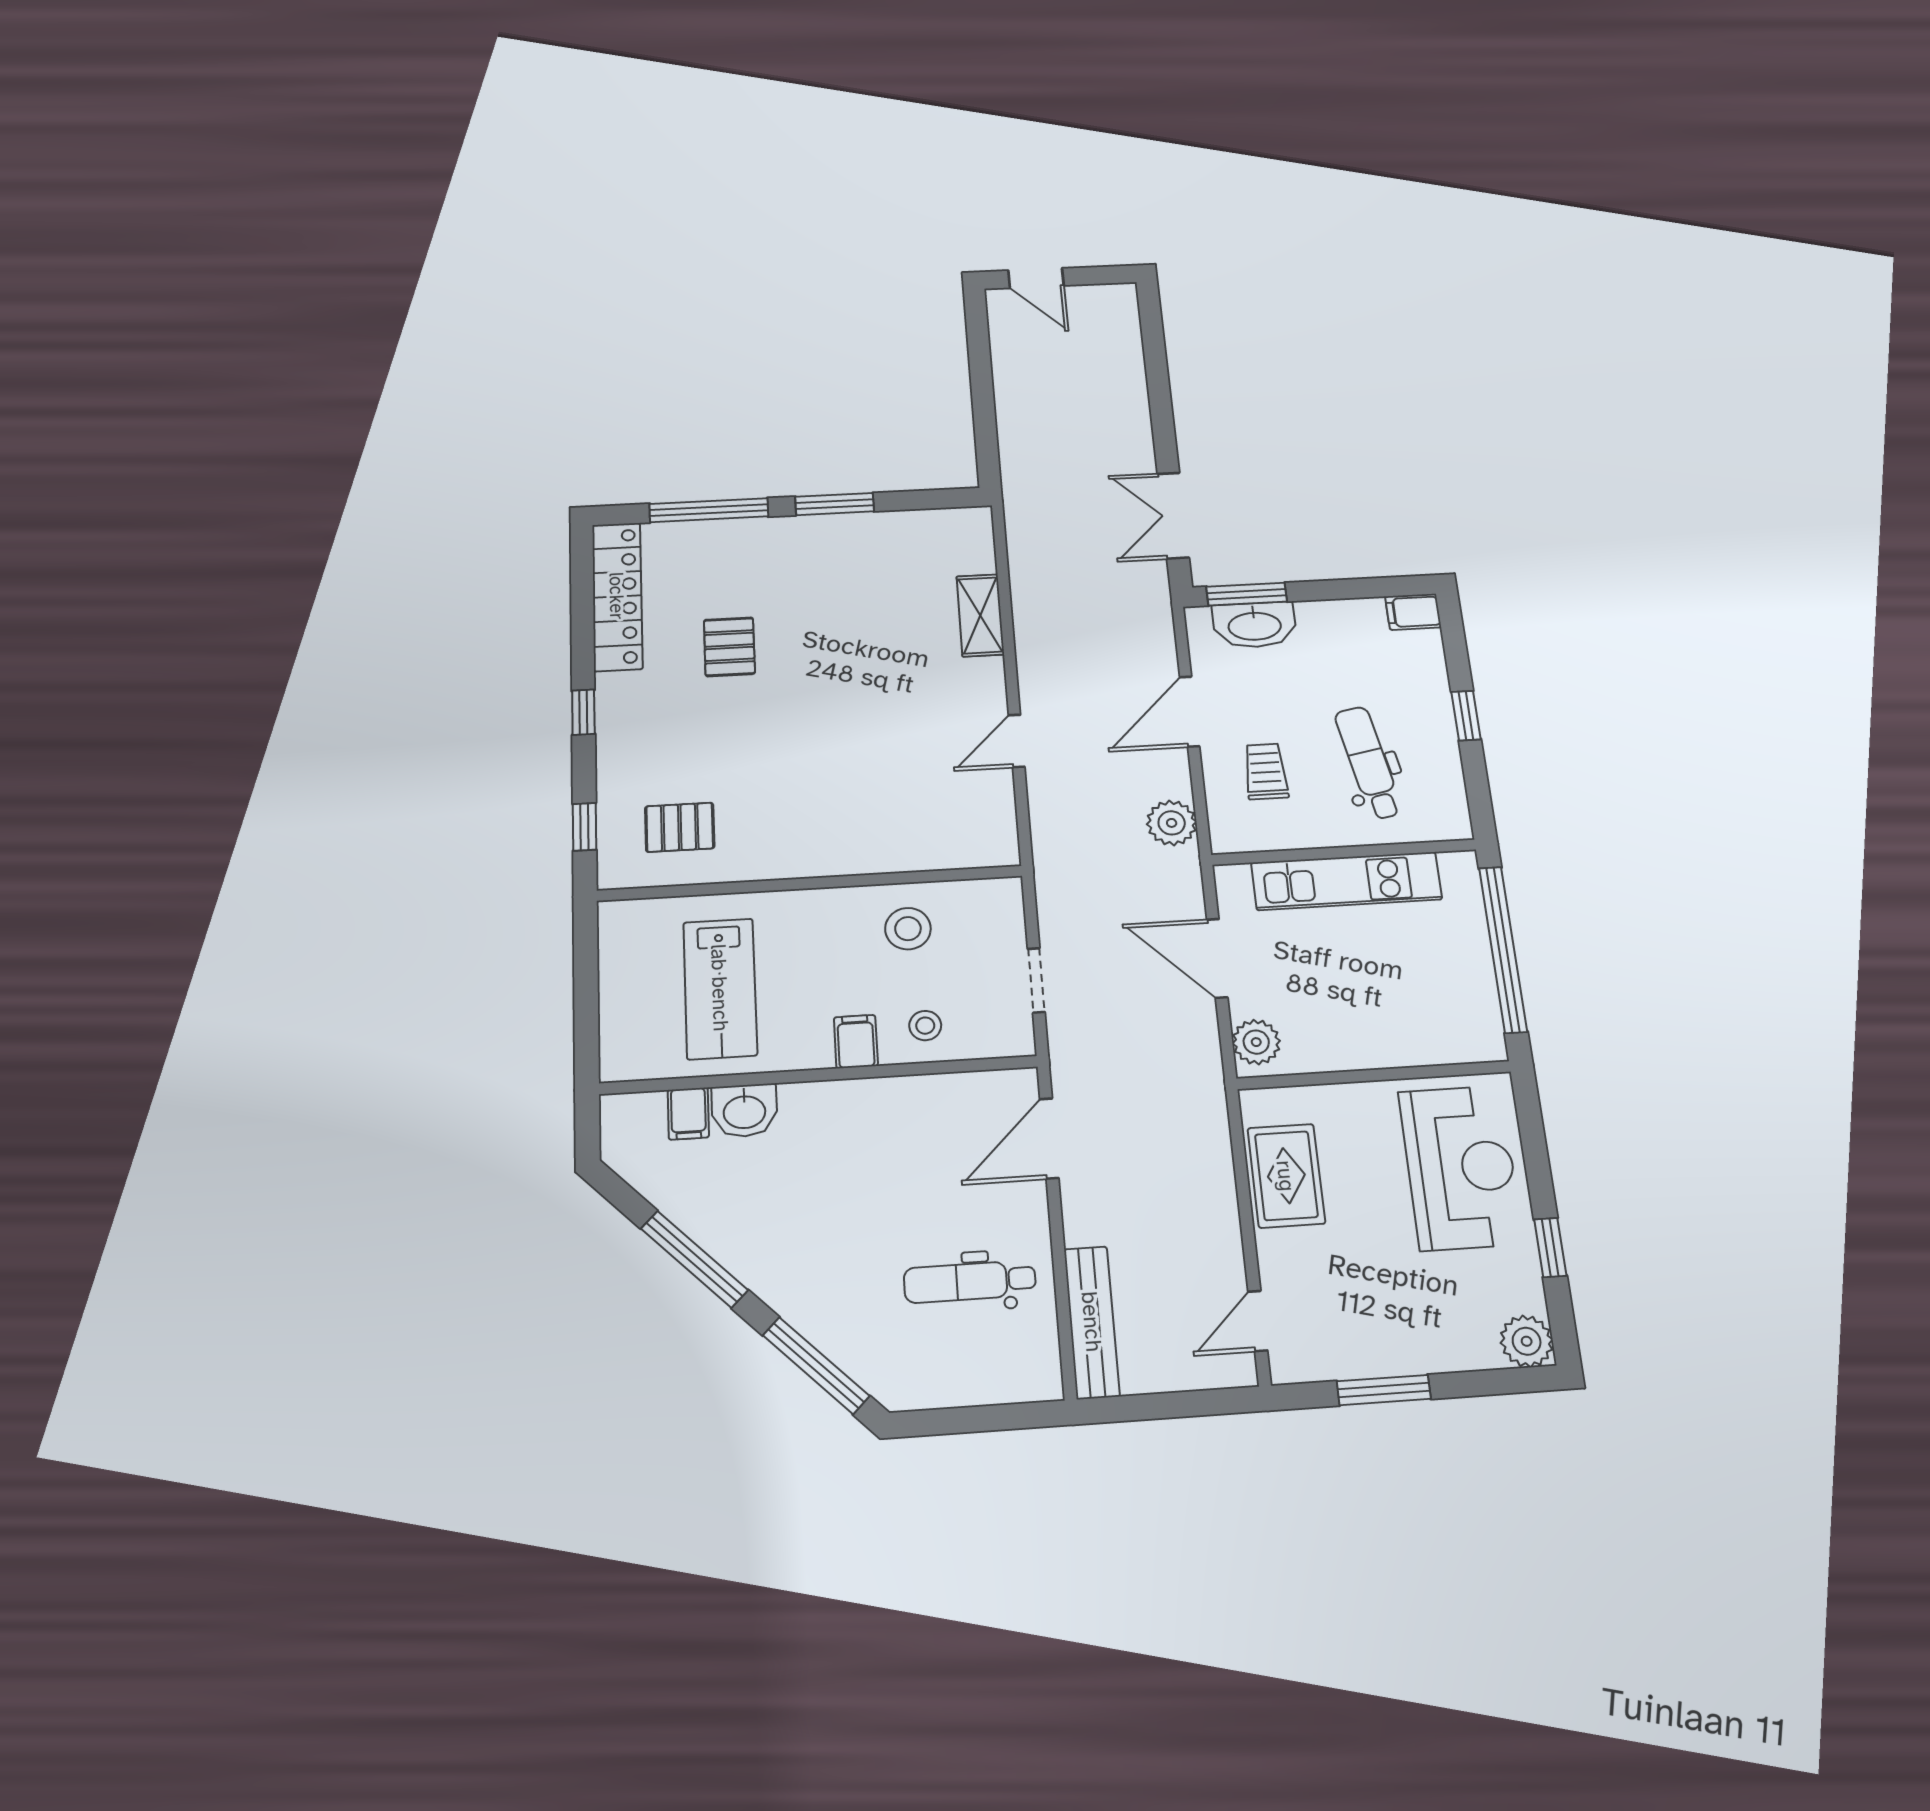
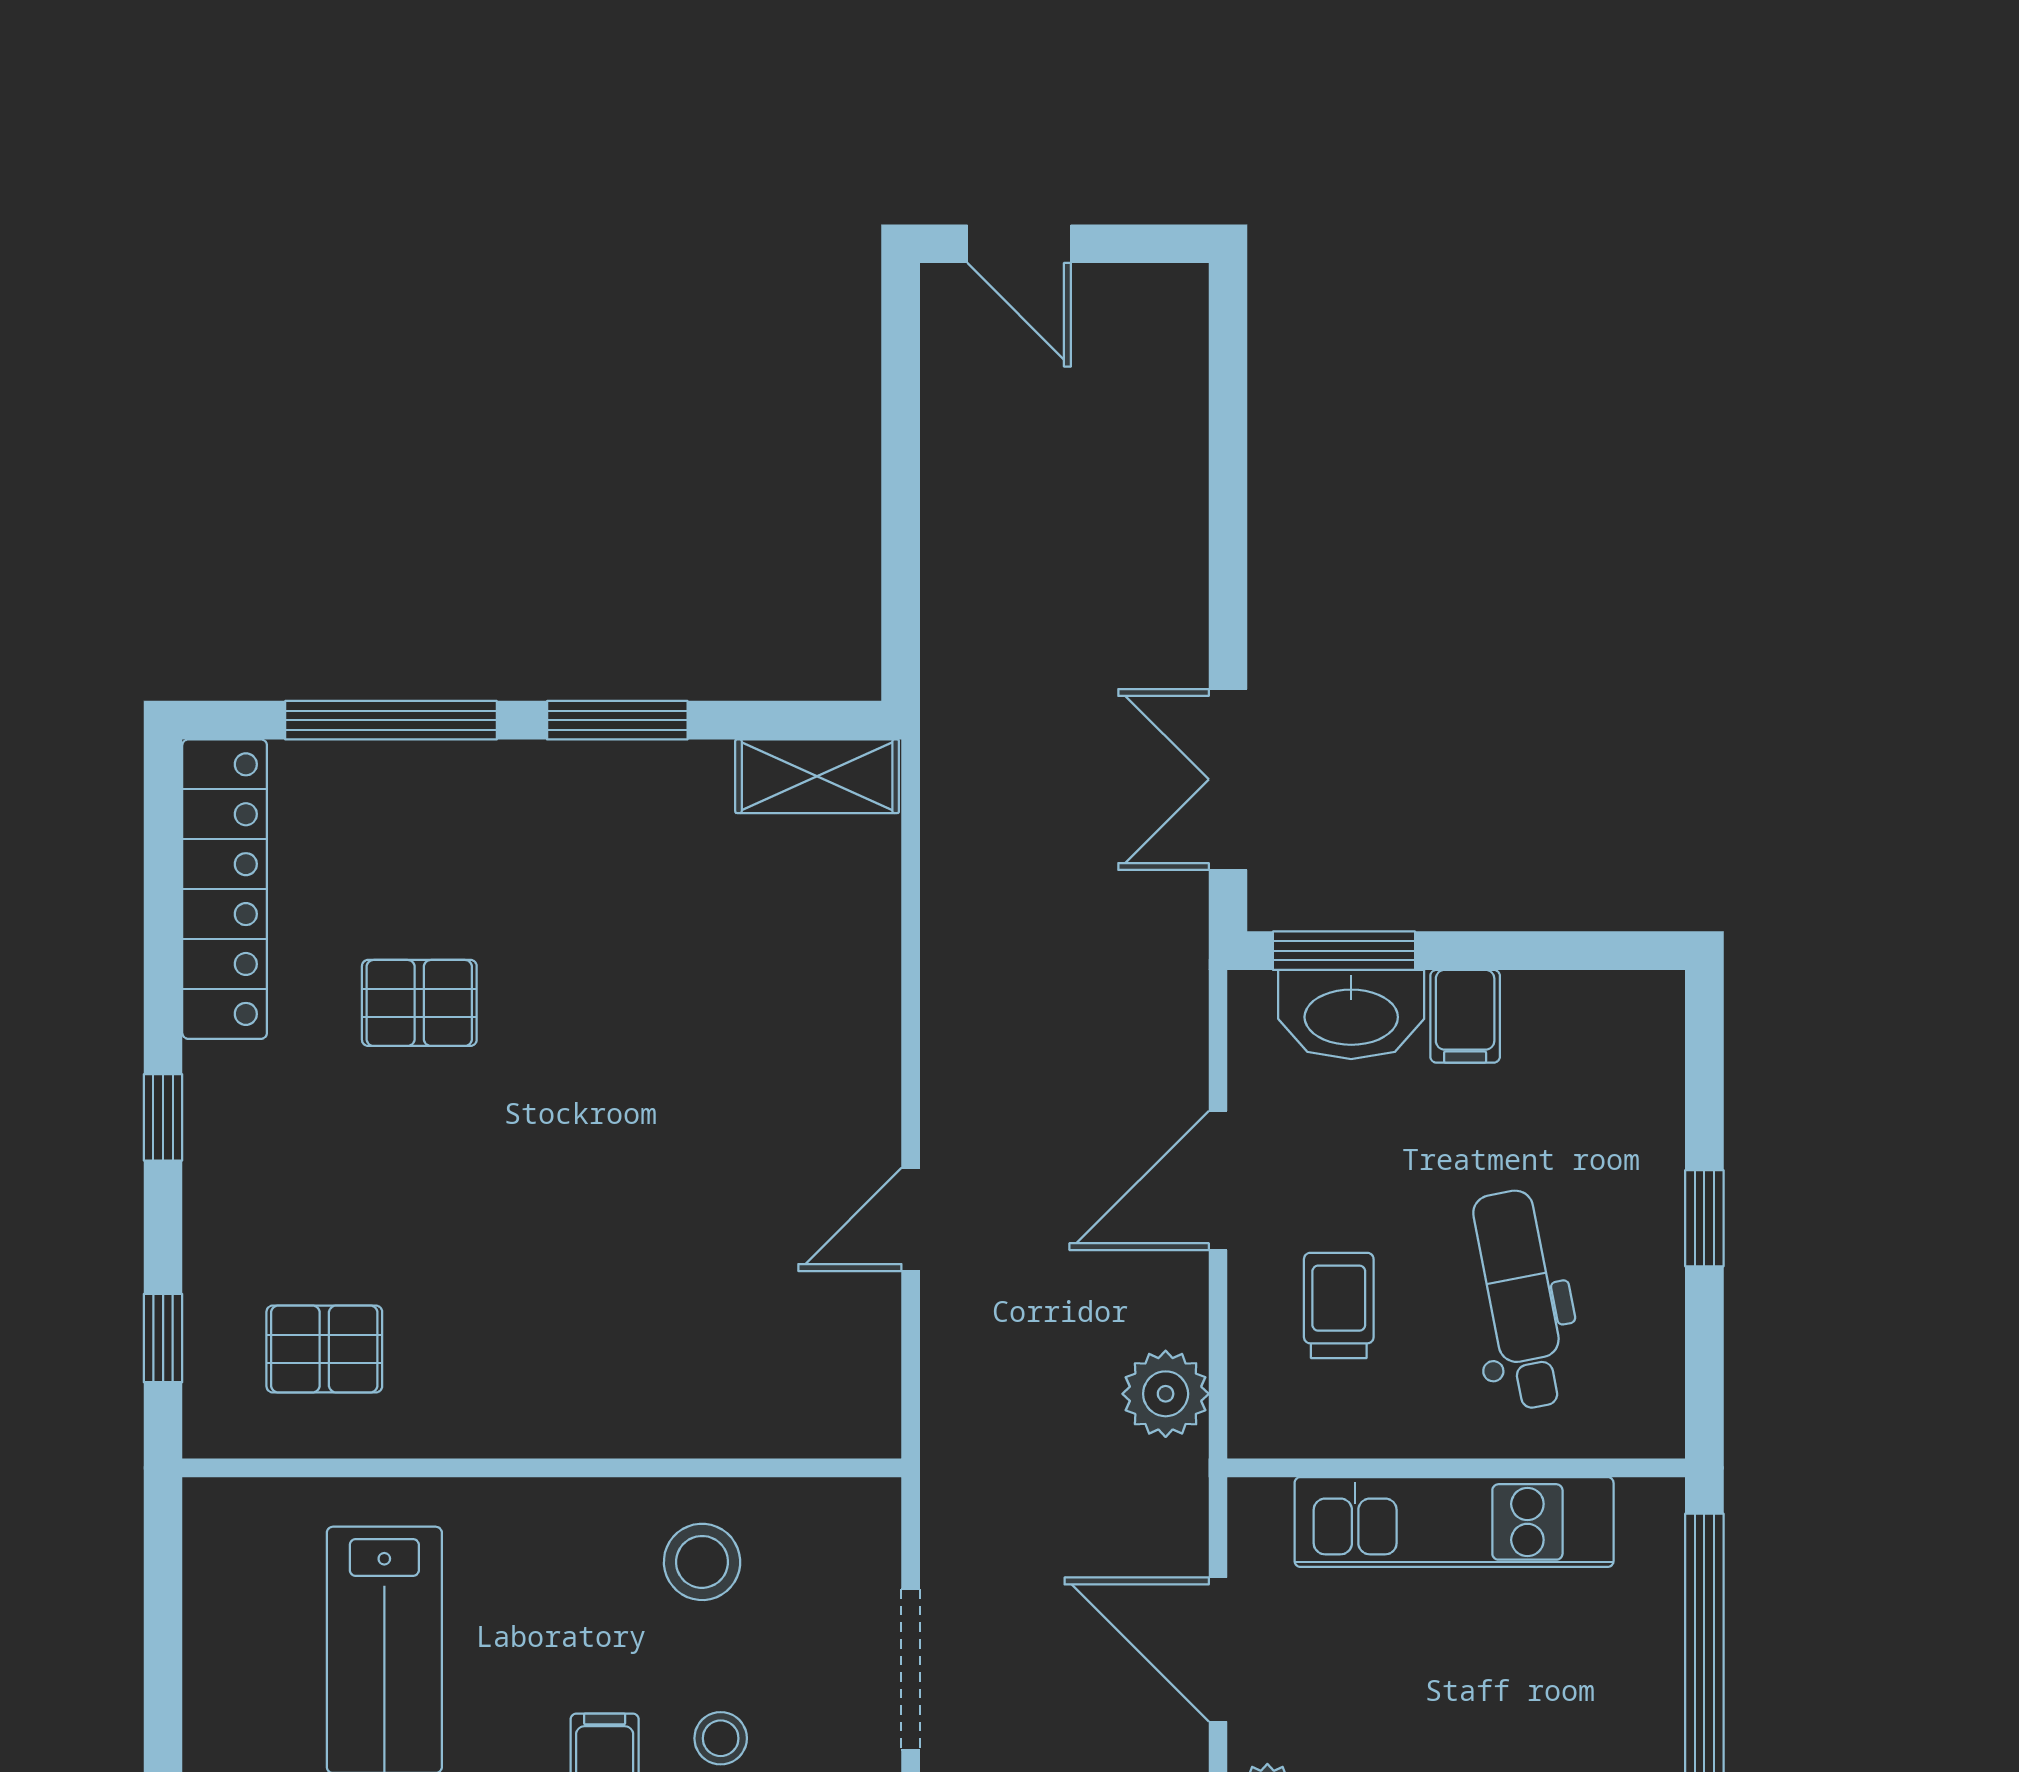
filing cabinet: (1413, 612) -> (1465, 1016), moved, turned -90
shelving: (980, 615) -> (817, 776), moved, turned 90
pallet: (729, 647) -> (419, 1003), turned 90
doorway: (1036, 980) -> (911, 1670), width x1.38

